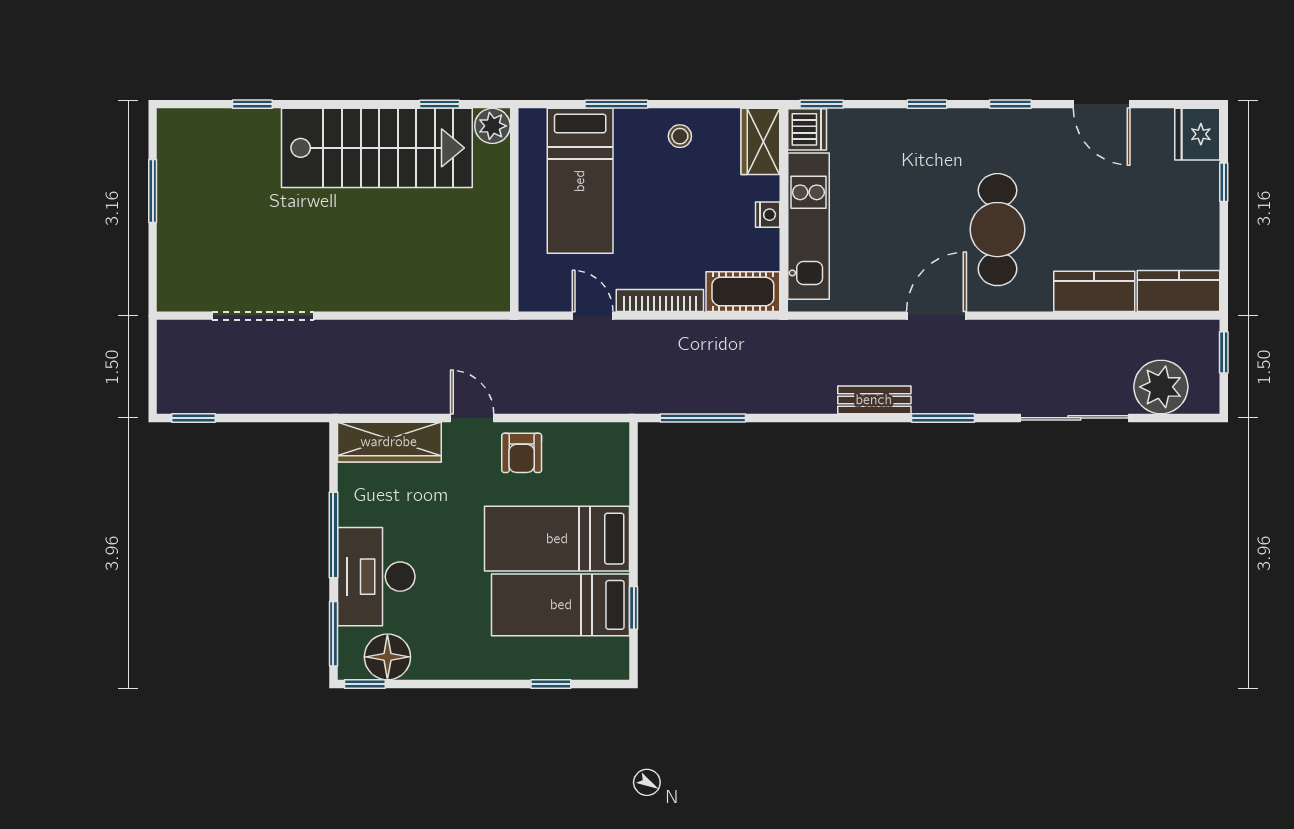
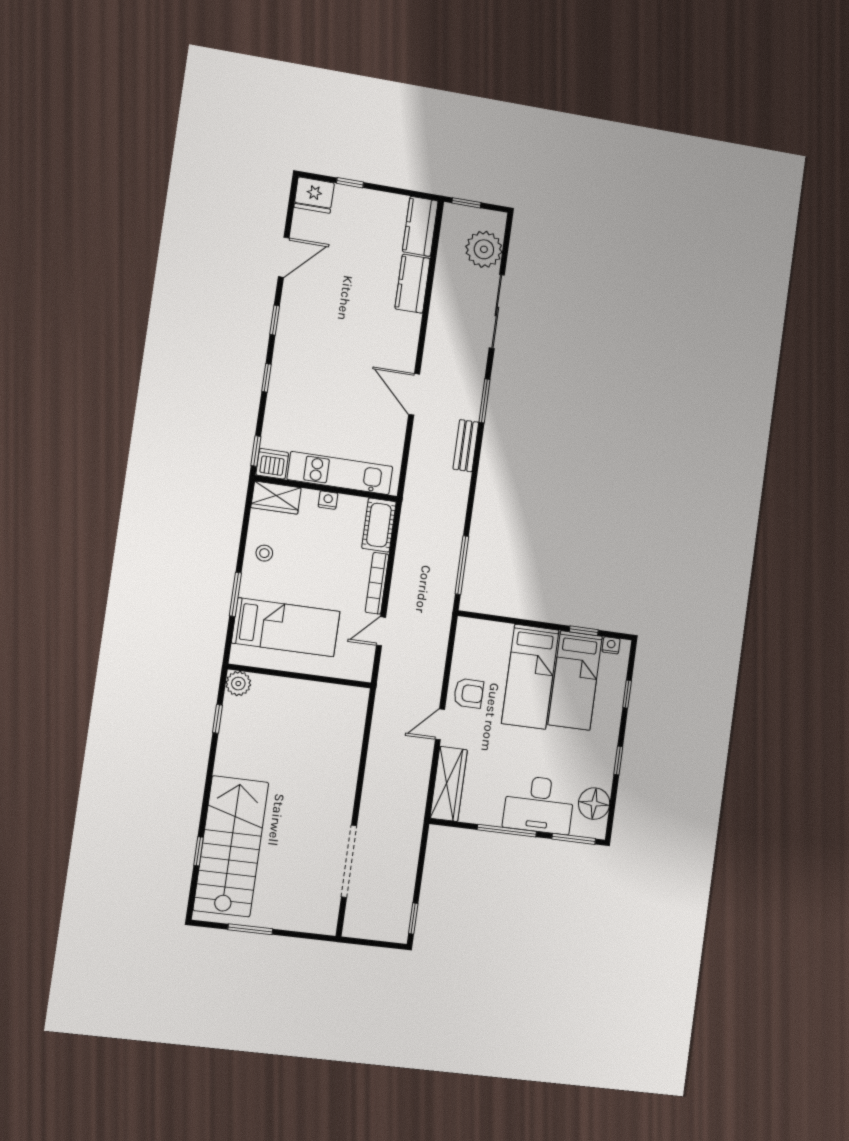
stairs: (377, 148) -> (231, 846), moved
cafe table: (997, 230) -> (361, 343), removed
nightstand: (618, 651) -> (611, 645), added
window: (365, 684) -> (618, 760), moved

